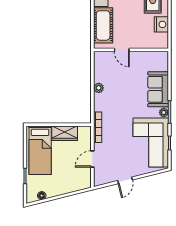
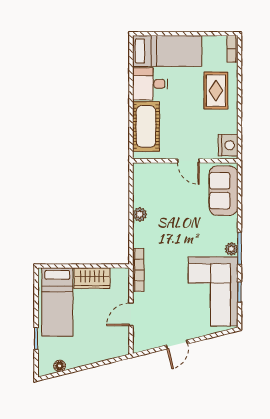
nightstand: (161, 24) -> (228, 145), moved
door: (122, 50) -> (188, 161), moved
sofa: (158, 89) -> (223, 191), moved

